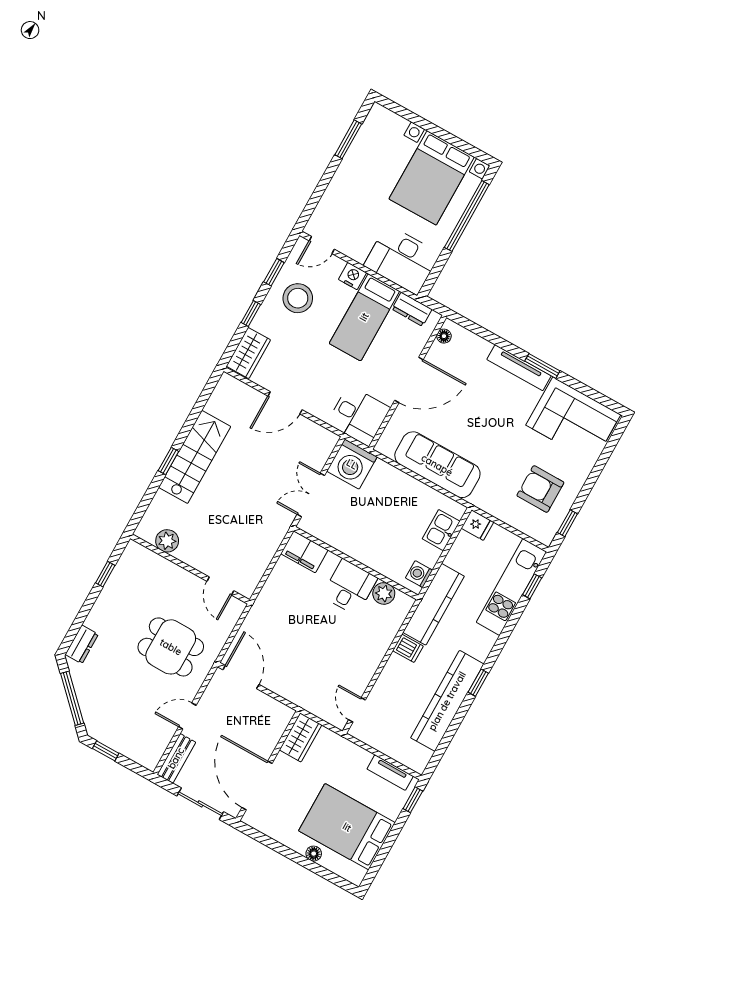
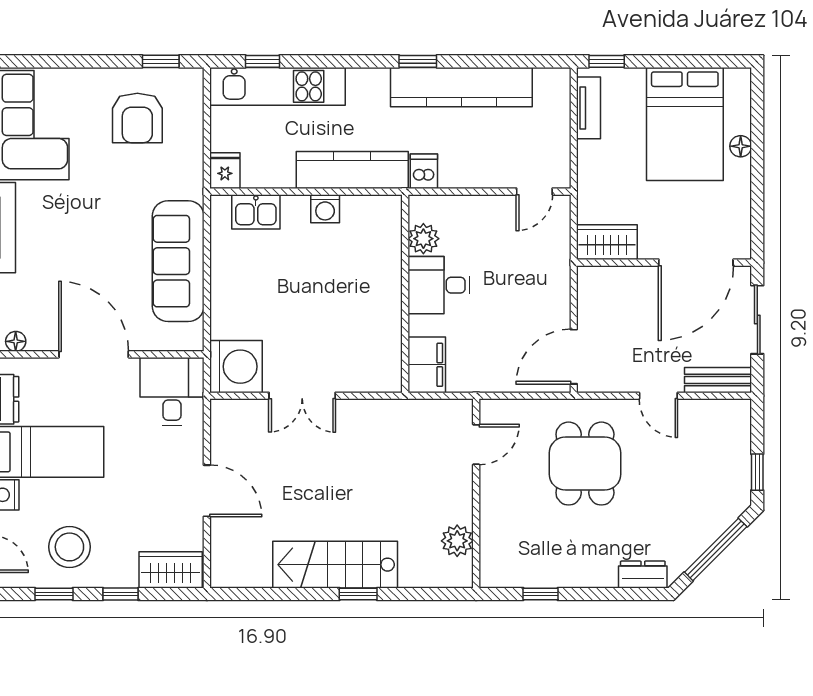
filing cabinet: (304, 552) -> (427, 365), moved
wall: (356, 563) -> (405, 294), moved
desk: (350, 587) -> (439, 285), moved
plant: (384, 593) -> (423, 239), moved

